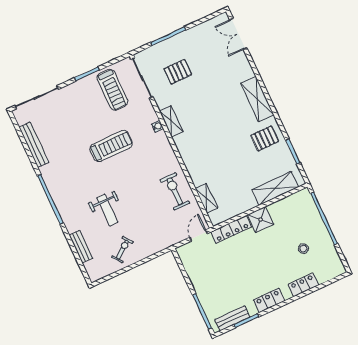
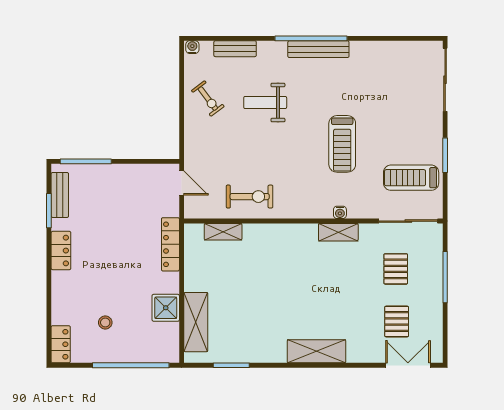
pallet: (265, 138) -> (397, 321), moved
bench: (34, 145) -> (318, 49), moved
shower: (260, 220) -> (166, 308), moved
door: (198, 235) -> (182, 183), moved
water cooler: (93, 276) -> (192, 47), added
locker: (303, 285) -> (61, 344), moved

